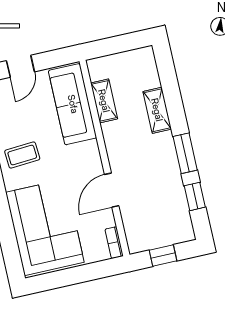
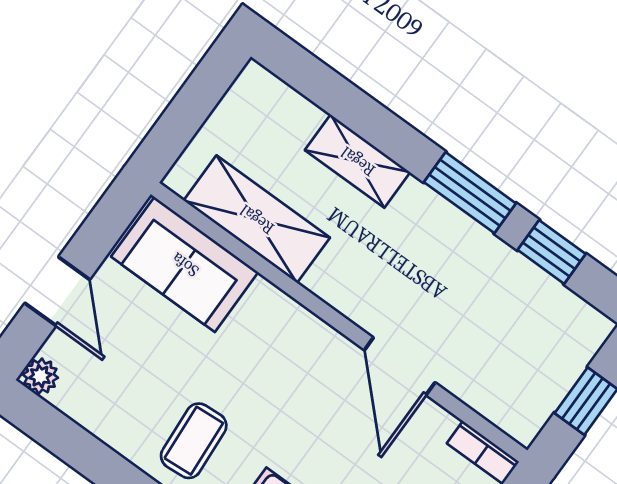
shelving: (104, 101) -> (257, 219), width x1.50, depth x1.33
sofa: (73, 104) -> (185, 264), width x0.73

